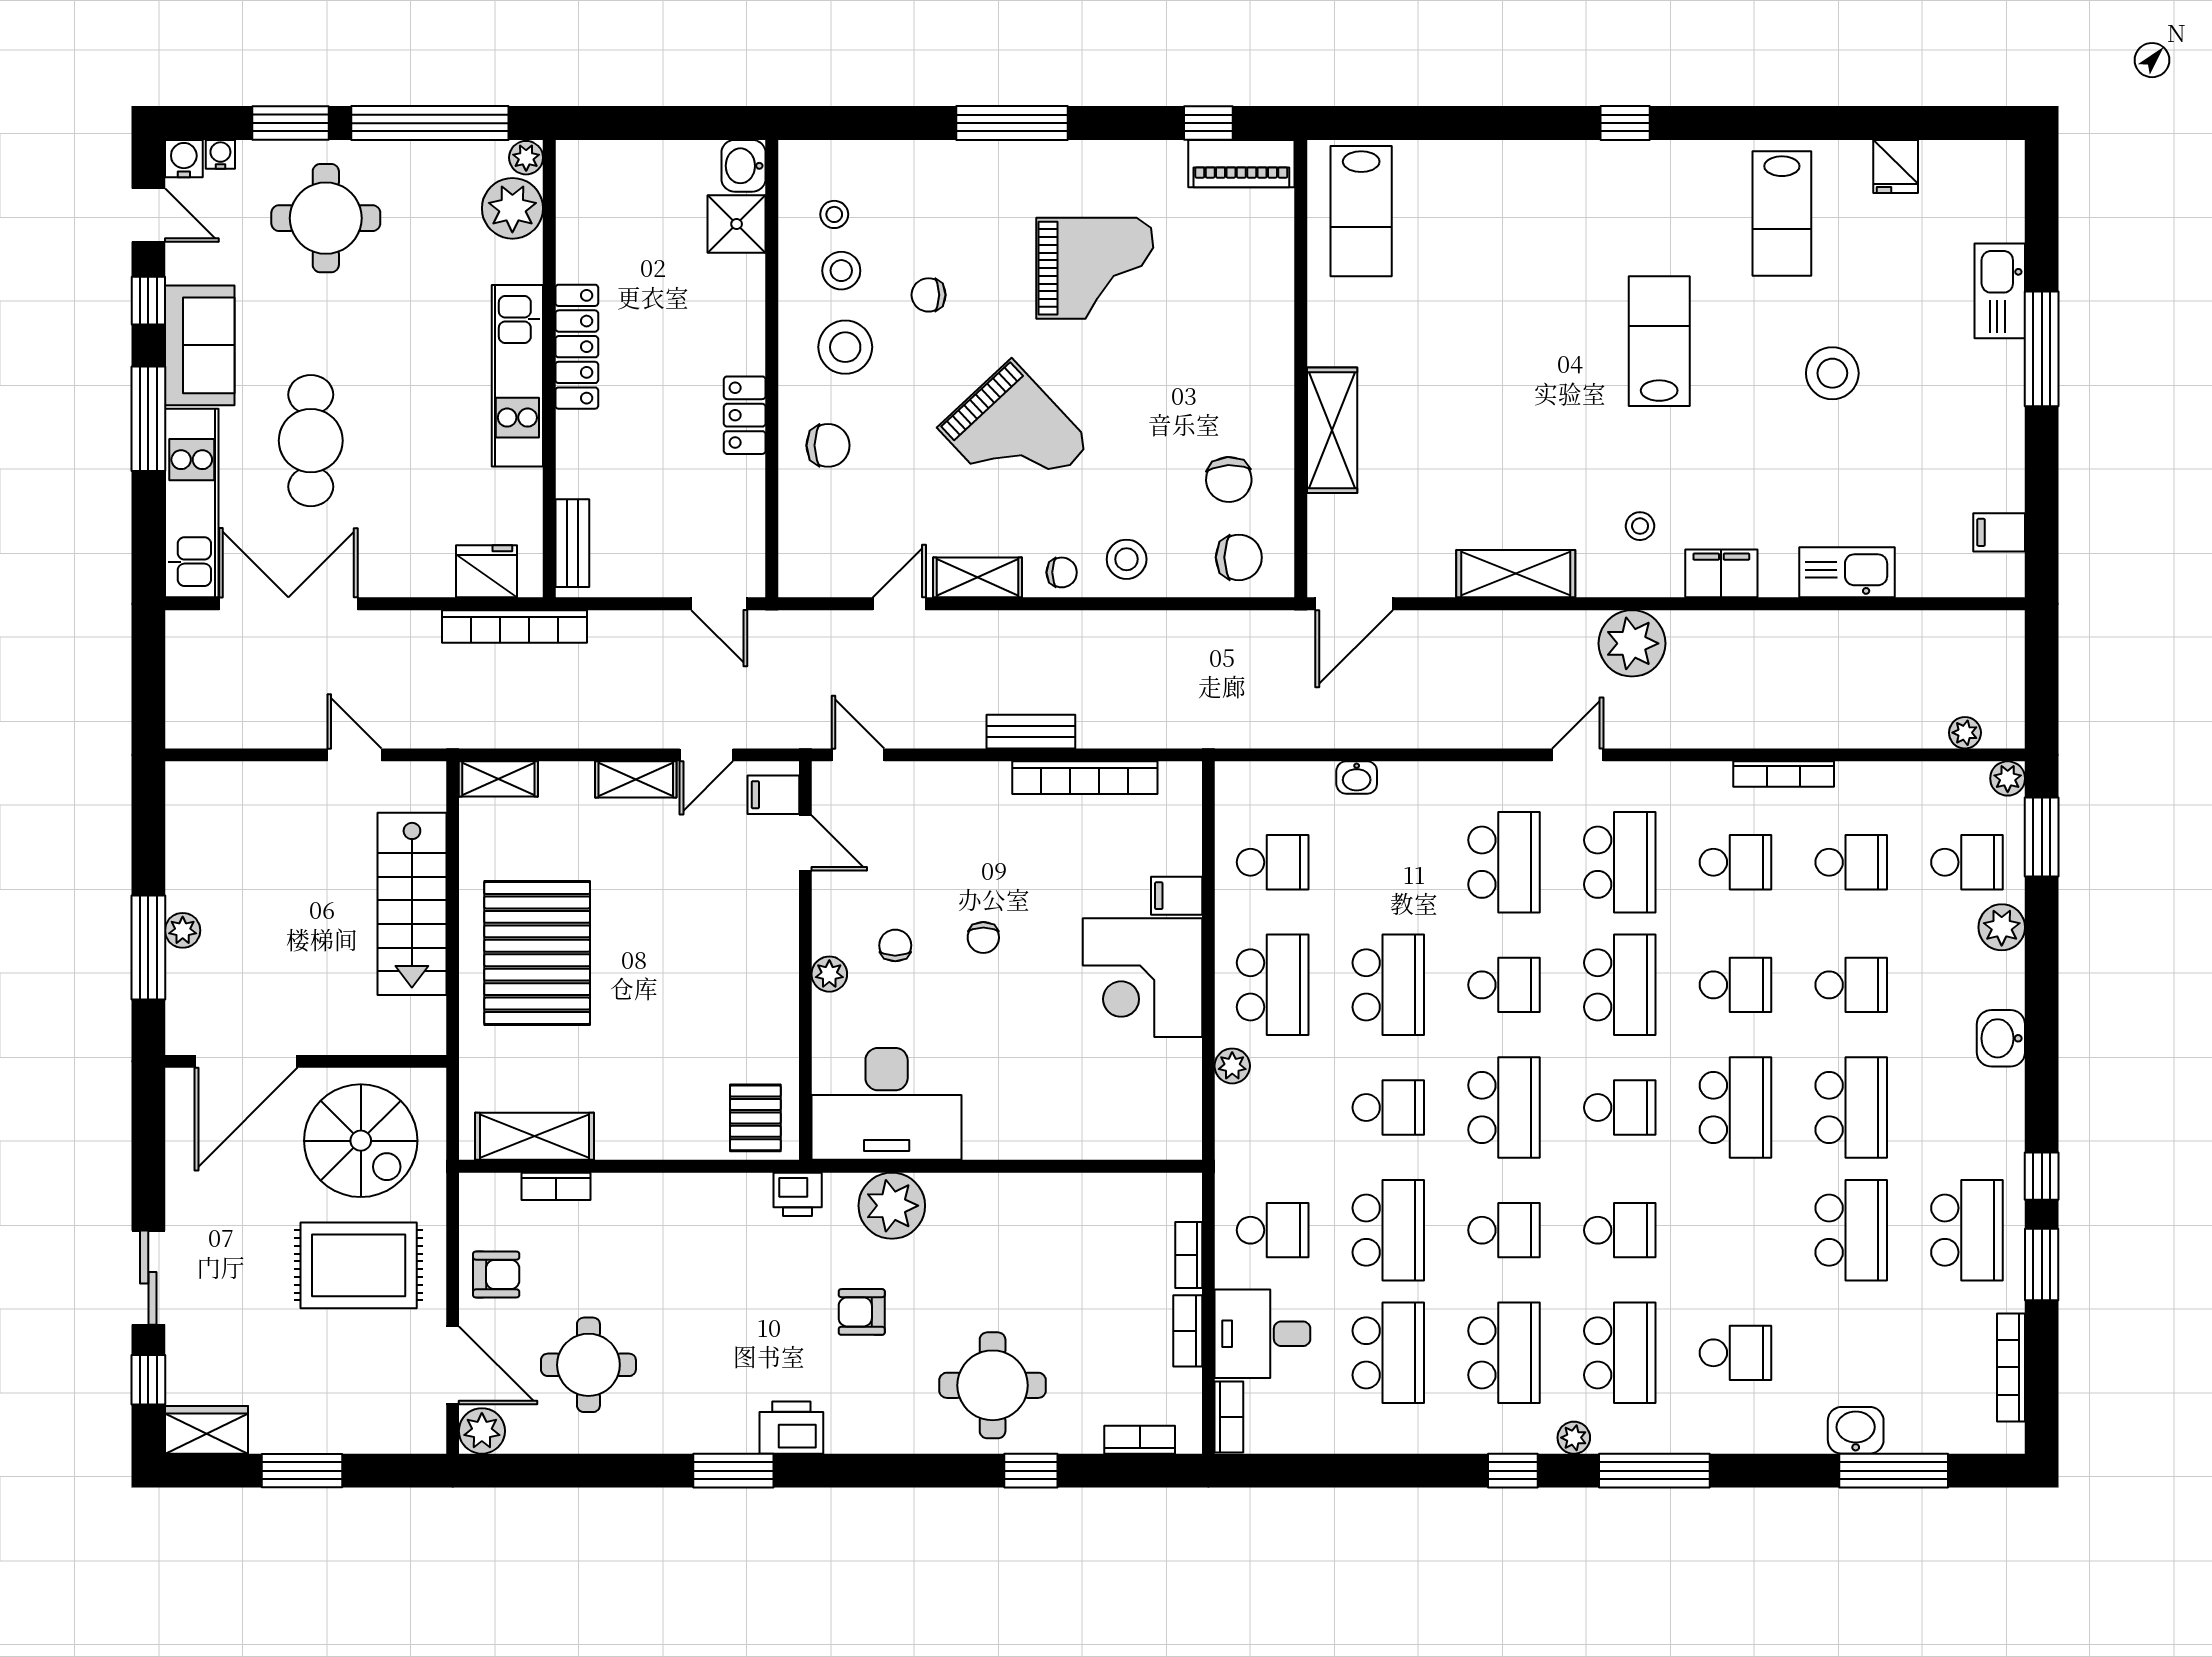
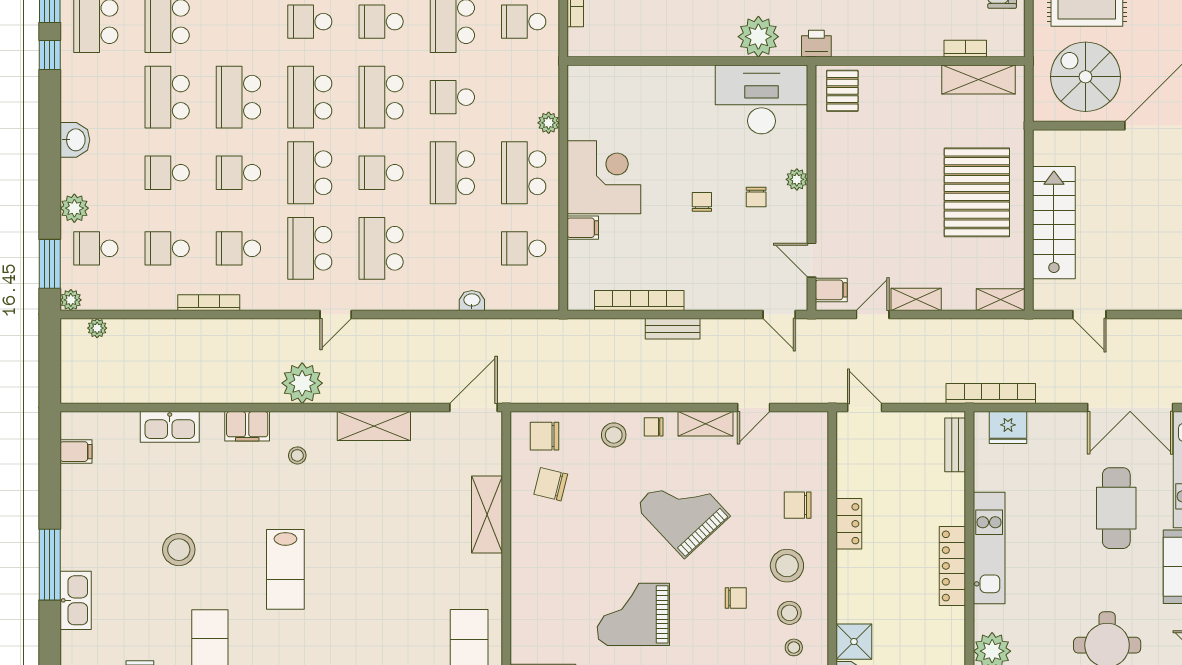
chair: (1229, 479) -> (551, 484), turned -73
school desk: (1620, 1108) -> (310, 97), width x1.85

